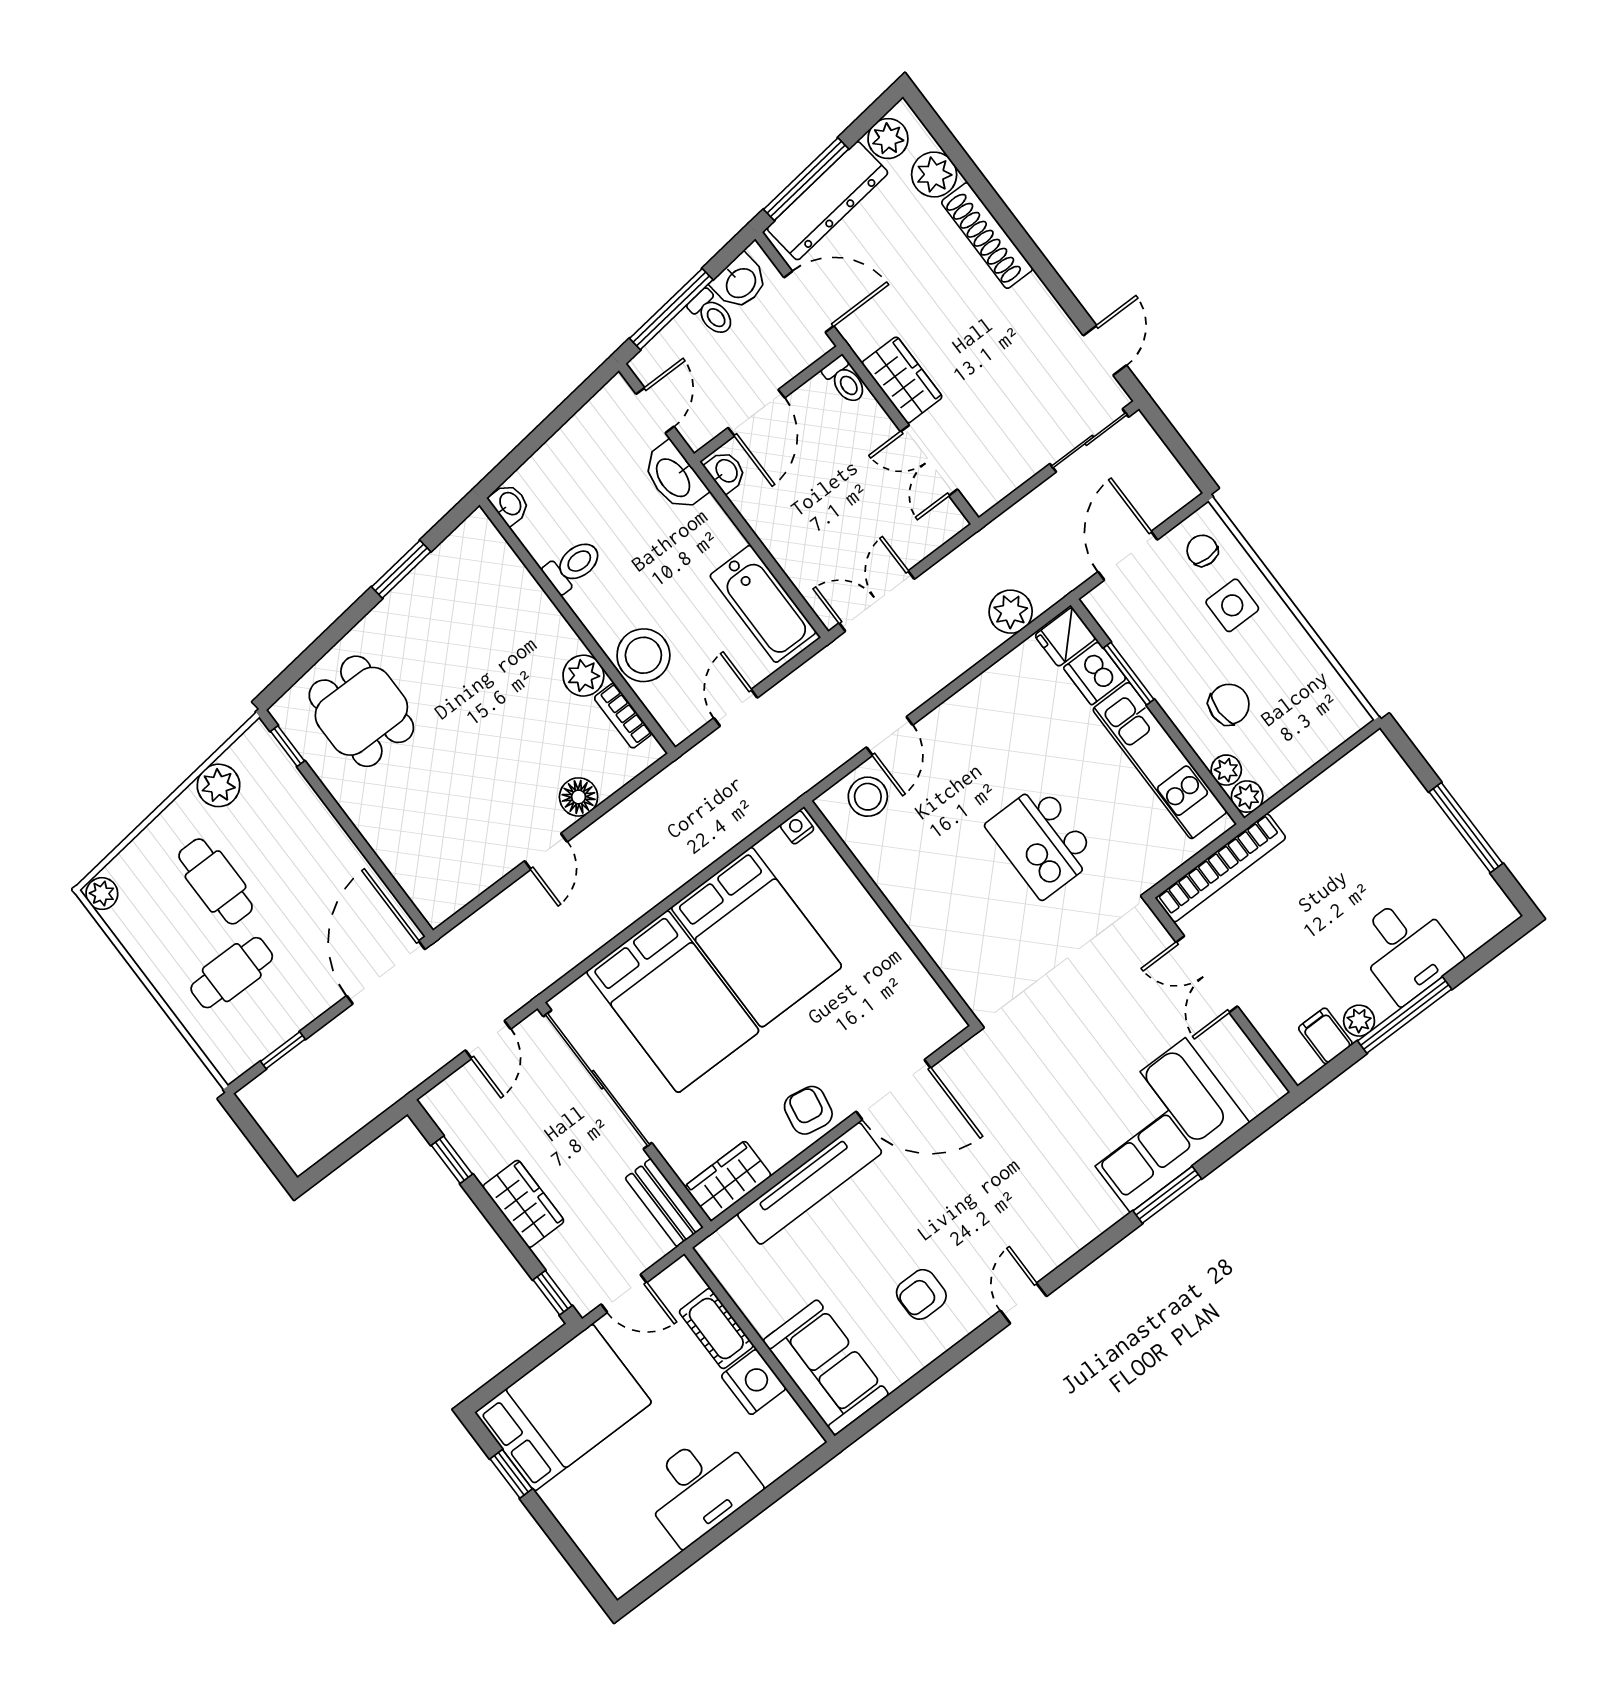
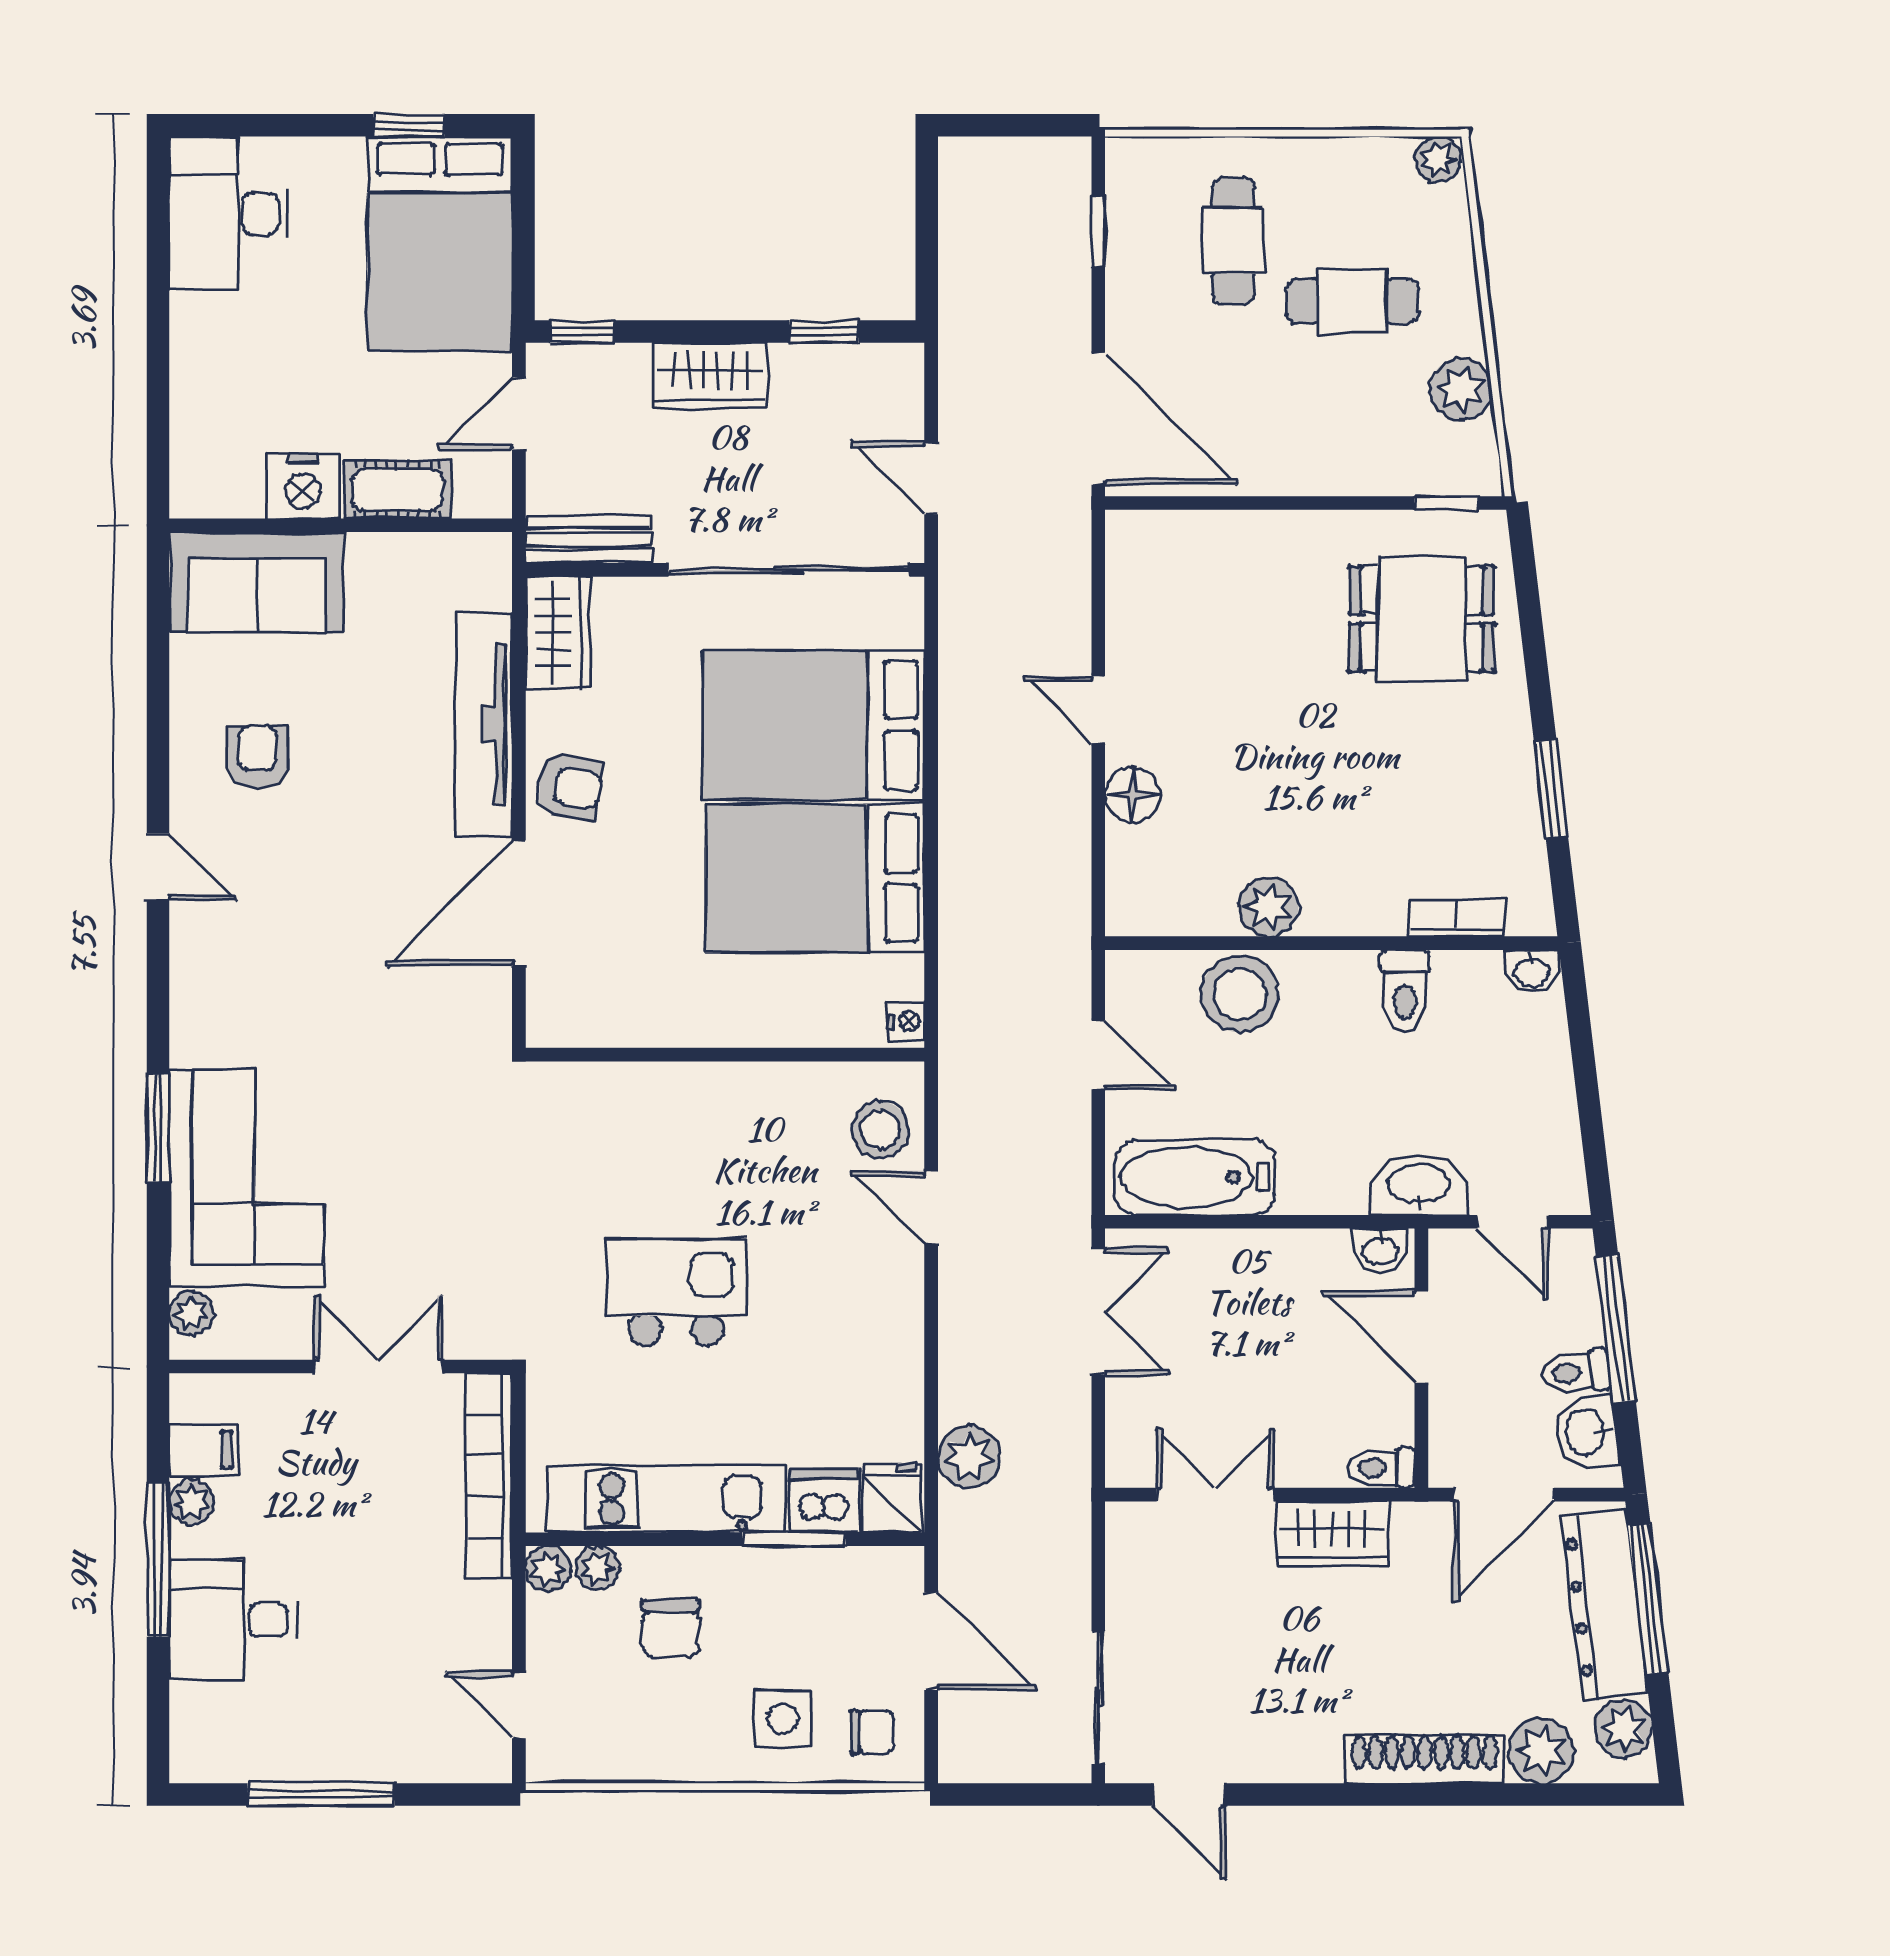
bookcase: (623, 716) -> (1458, 918), moved
door: (1334, 756) -> (519, 1705), added
plant: (1255, 1099) -> (191, 1313), added
desk: (700, 1487) -> (228, 214), moved

